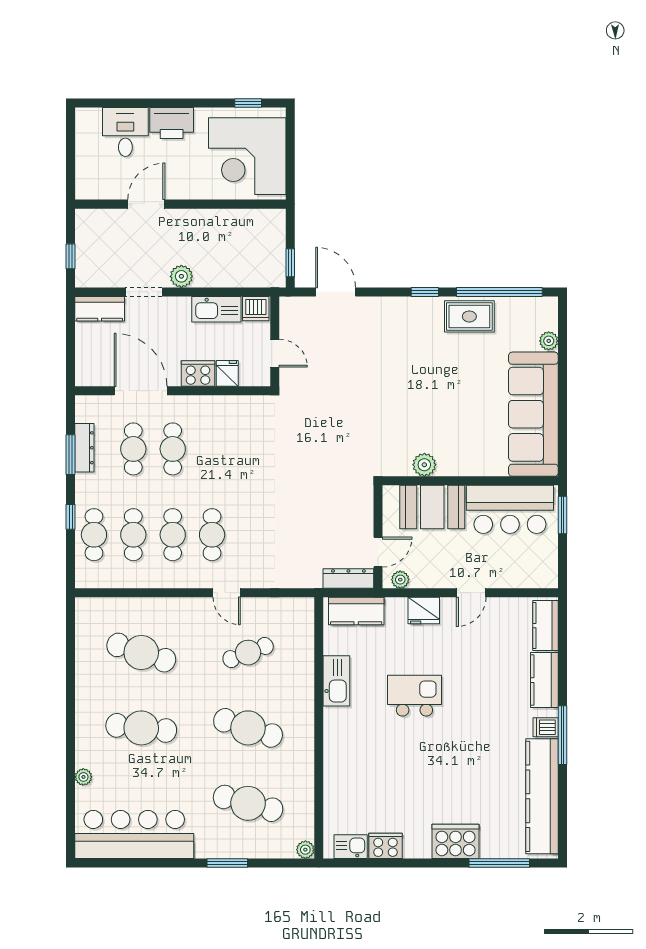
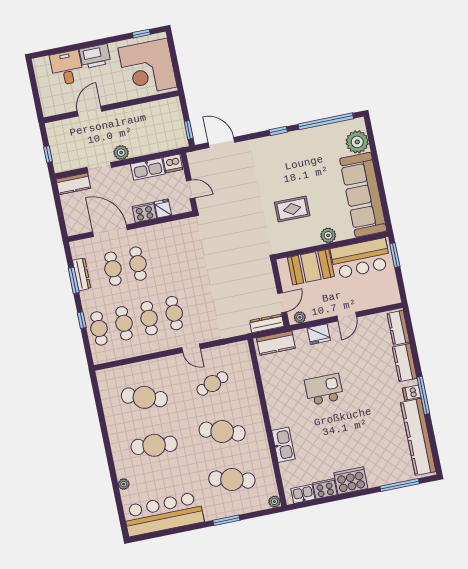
rug: (469, 316) -> (292, 209), moved
plant: (549, 341) -> (357, 142), width x1.87, depth x1.87
plant: (424, 465) -> (328, 235), moved
kitchen sink: (336, 681) -> (283, 445), moved
cooker: (456, 841) -> (351, 481), moved

